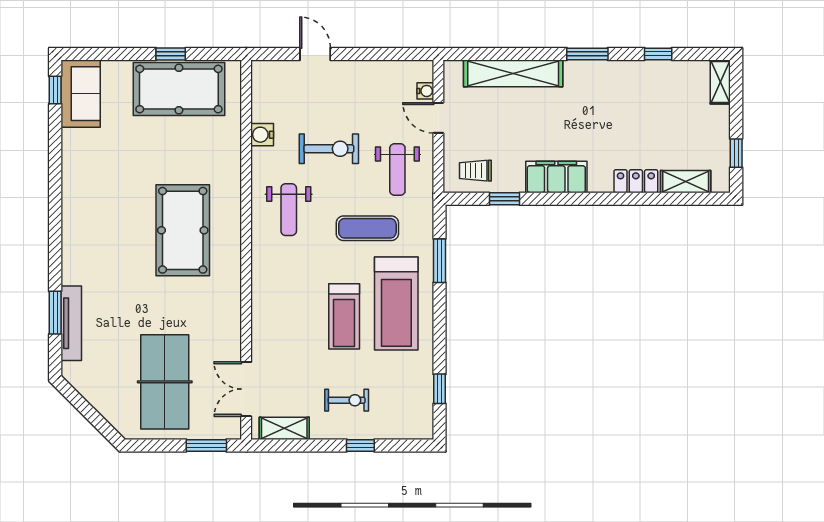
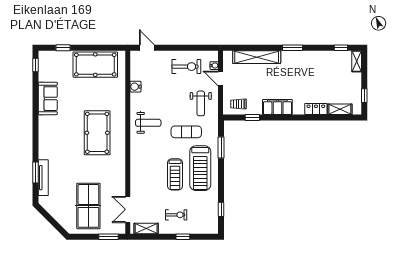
window: (171, 54) -> (63, 48), moved
door: (315, 54) -> (147, 48), moved
window: (658, 54) -> (341, 48), moved
sofa: (81, 94) -> (48, 99), moved
exercise bike: (329, 149) -> (186, 67), moved
weight bench: (289, 210) -> (148, 123), turned -90

